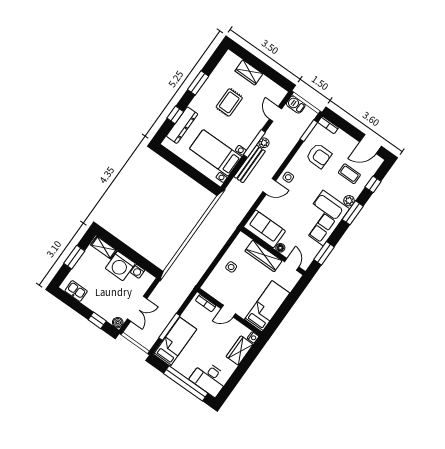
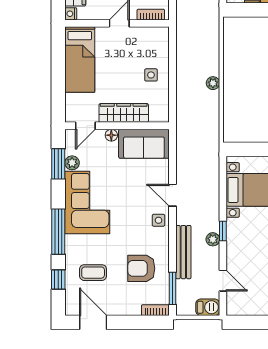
window: (254, 144) -> (223, 231), width x0.46
door: (370, 144) -> (93, 322), hinge flipped
bench: (250, 164) -> (183, 252), moved
door: (269, 186) -> (172, 195), hinge flipped
plant: (349, 201) -> (72, 163), moved
window: (353, 213) -> (58, 232), width x1.44
plant: (198, 236) -> (213, 83), added
door: (292, 264) -> (85, 126), hinge flipped

